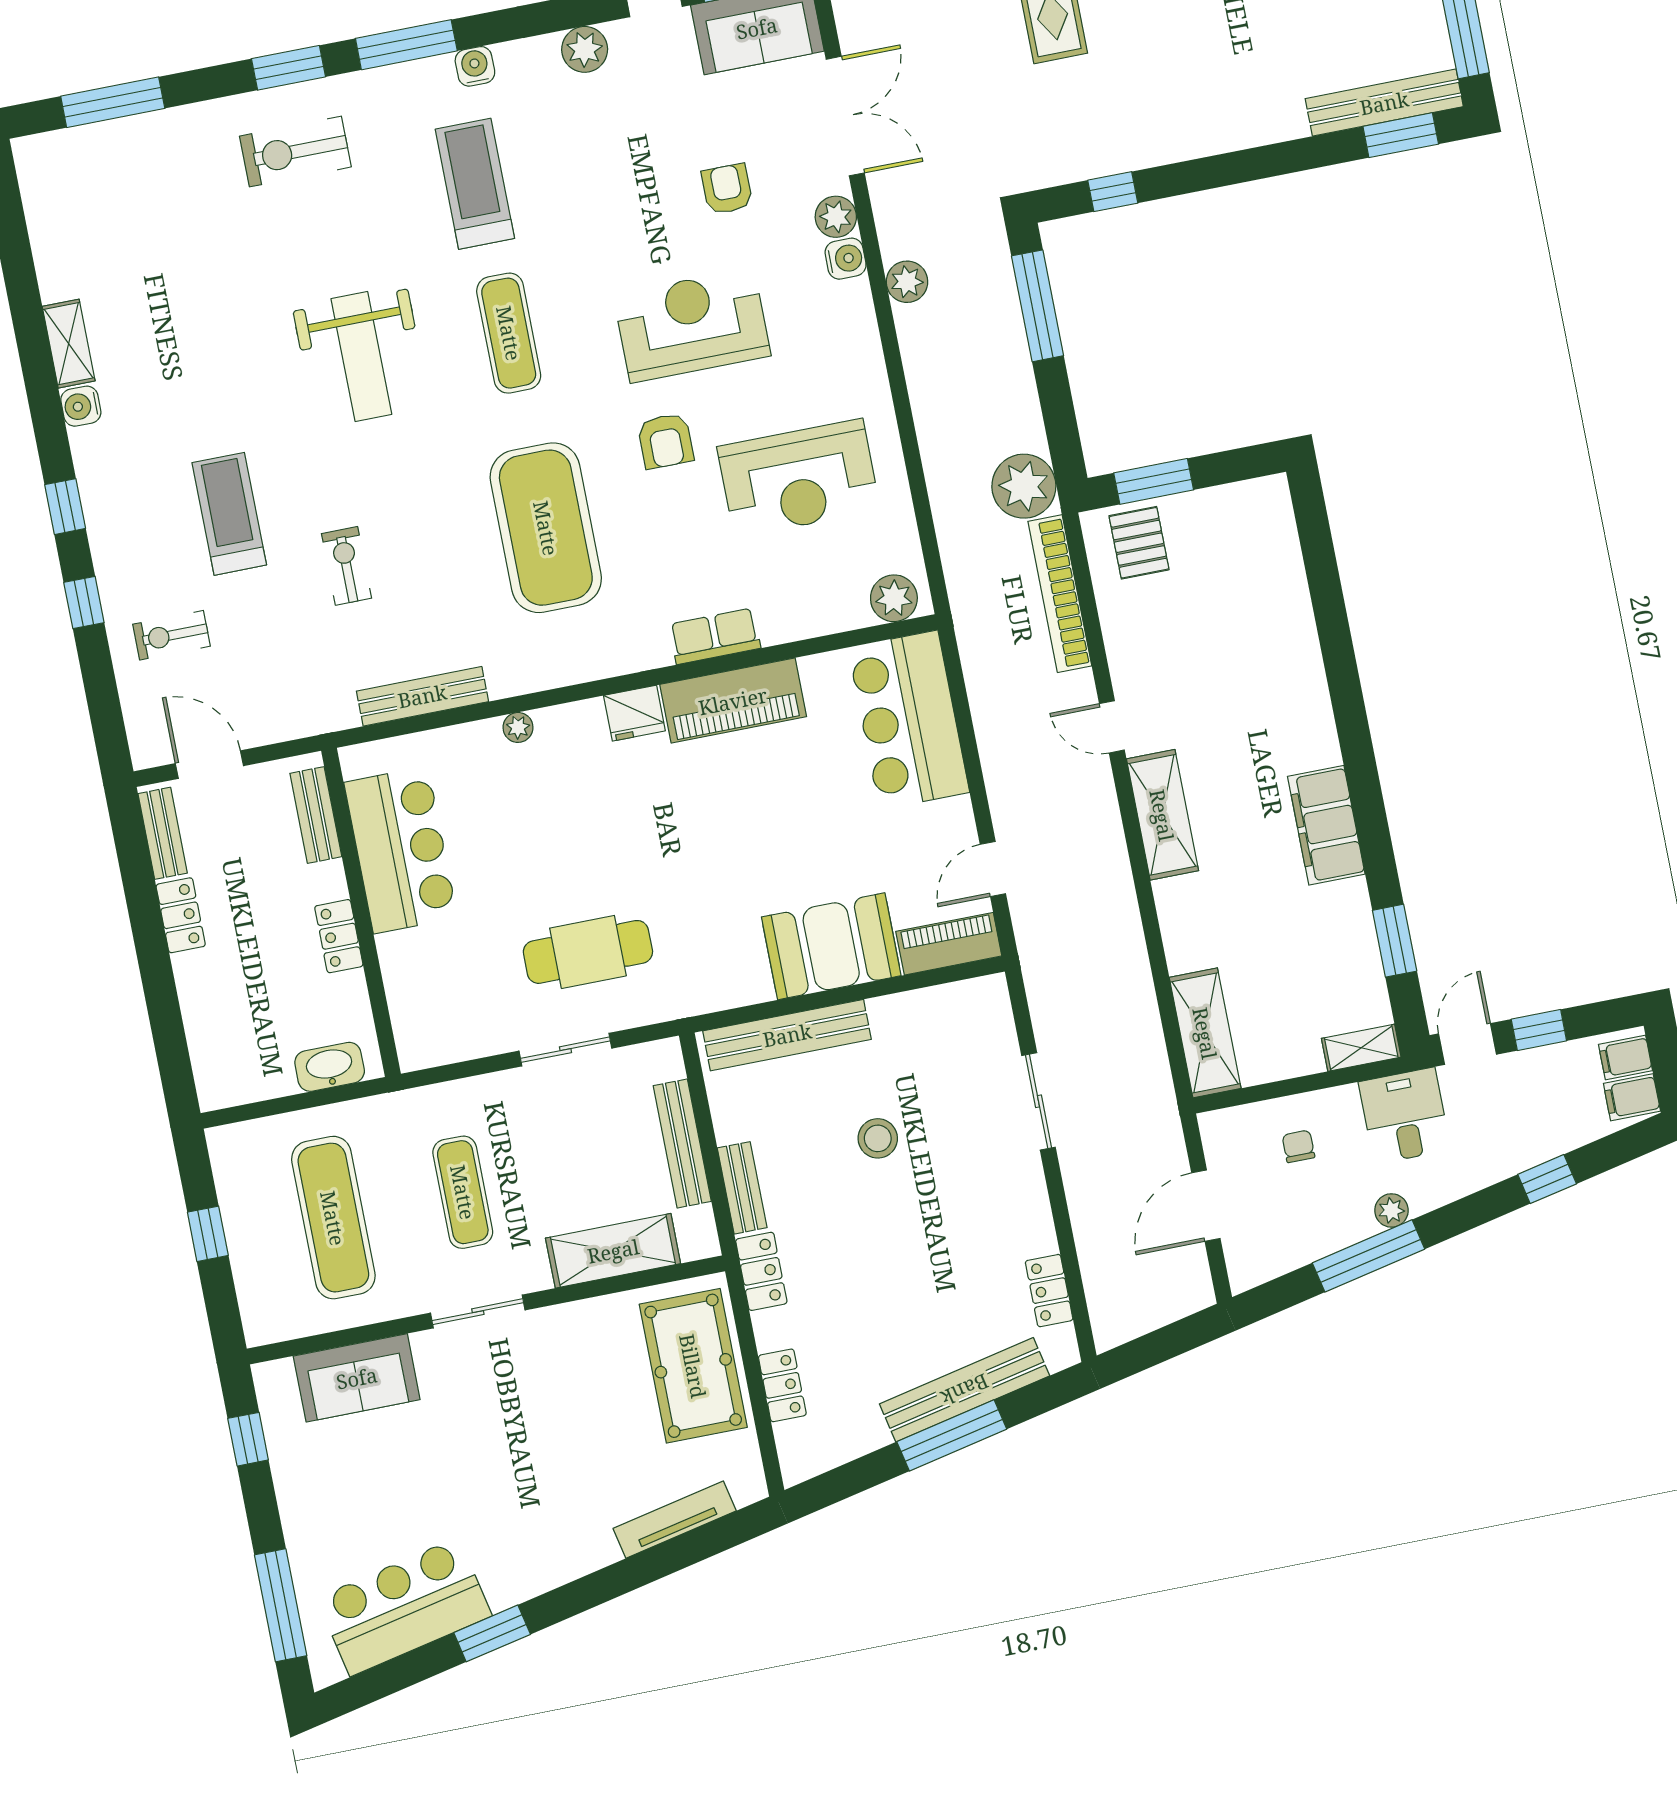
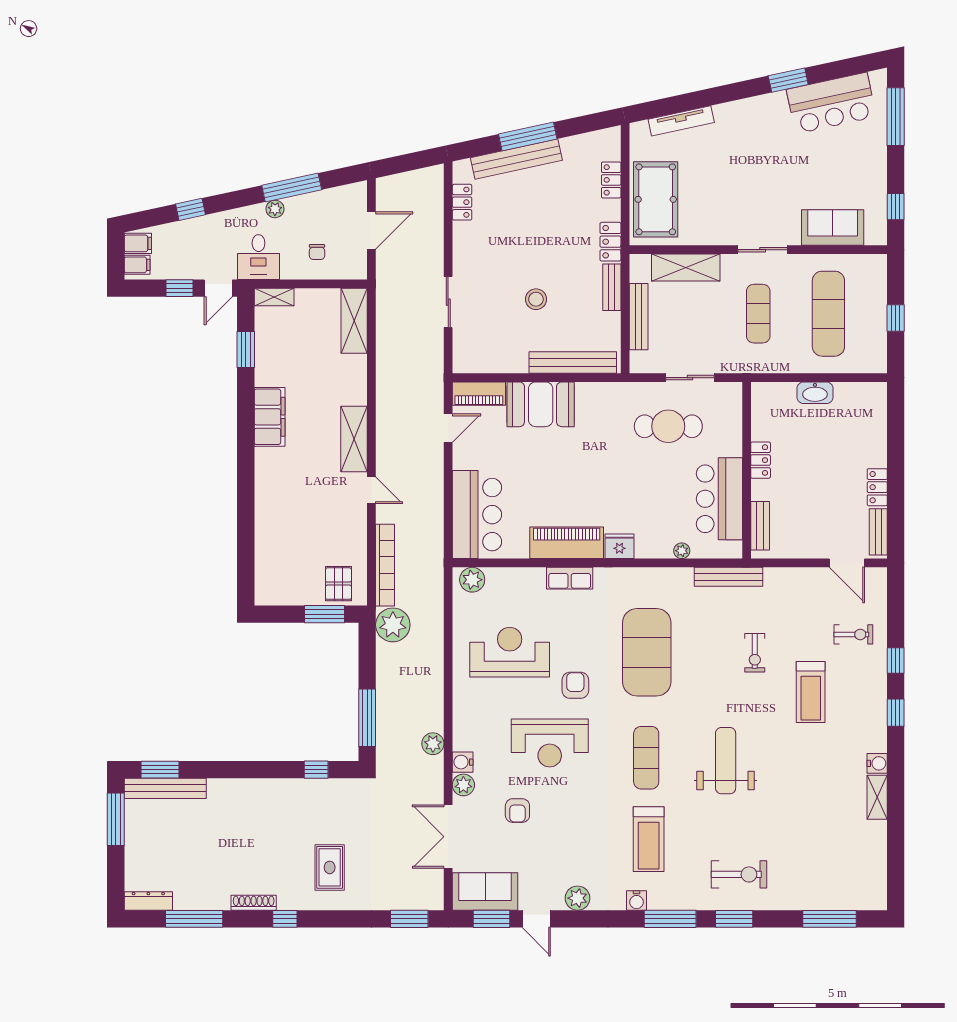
bench: (316, 815) -> (760, 526), moved
bar counter: (401, 850) -> (719, 499), moved
wall: (361, 912) -> (747, 470), moved
locker: (339, 936) -> (761, 460), moved

